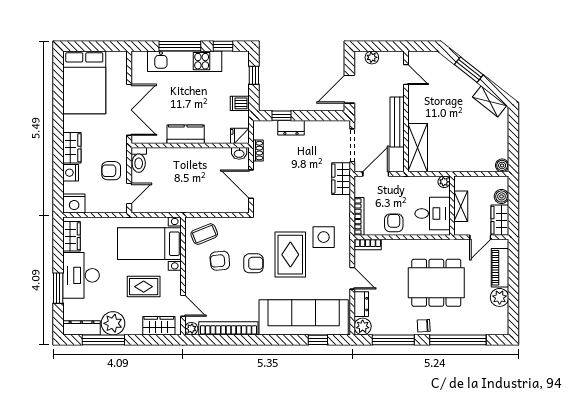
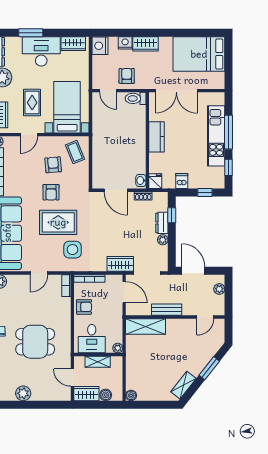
bench: (397, 122) -> (167, 310), width x0.73
plant: (312, 127) -> (163, 240), added
door: (251, 184) -> (116, 190), swing flipped
piano: (500, 268) -> (47, 394), removed
dining table: (436, 283) -> (35, 342), width x0.73
dresser: (361, 304) -> (18, 280), removed
door: (183, 306) -> (29, 135), moved

